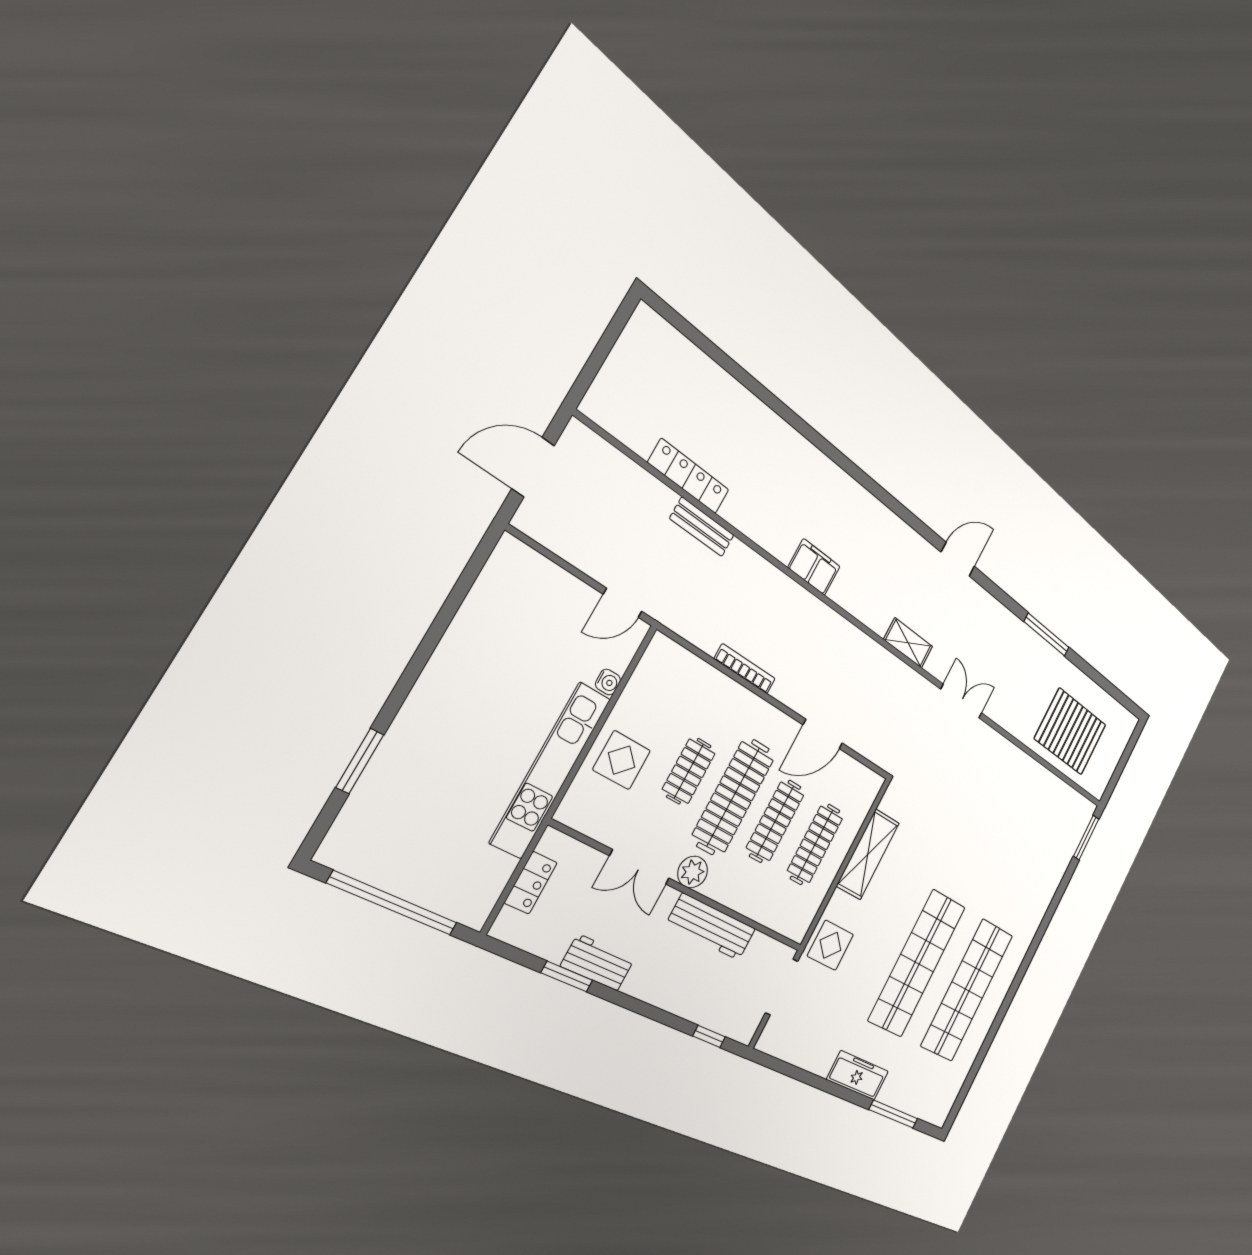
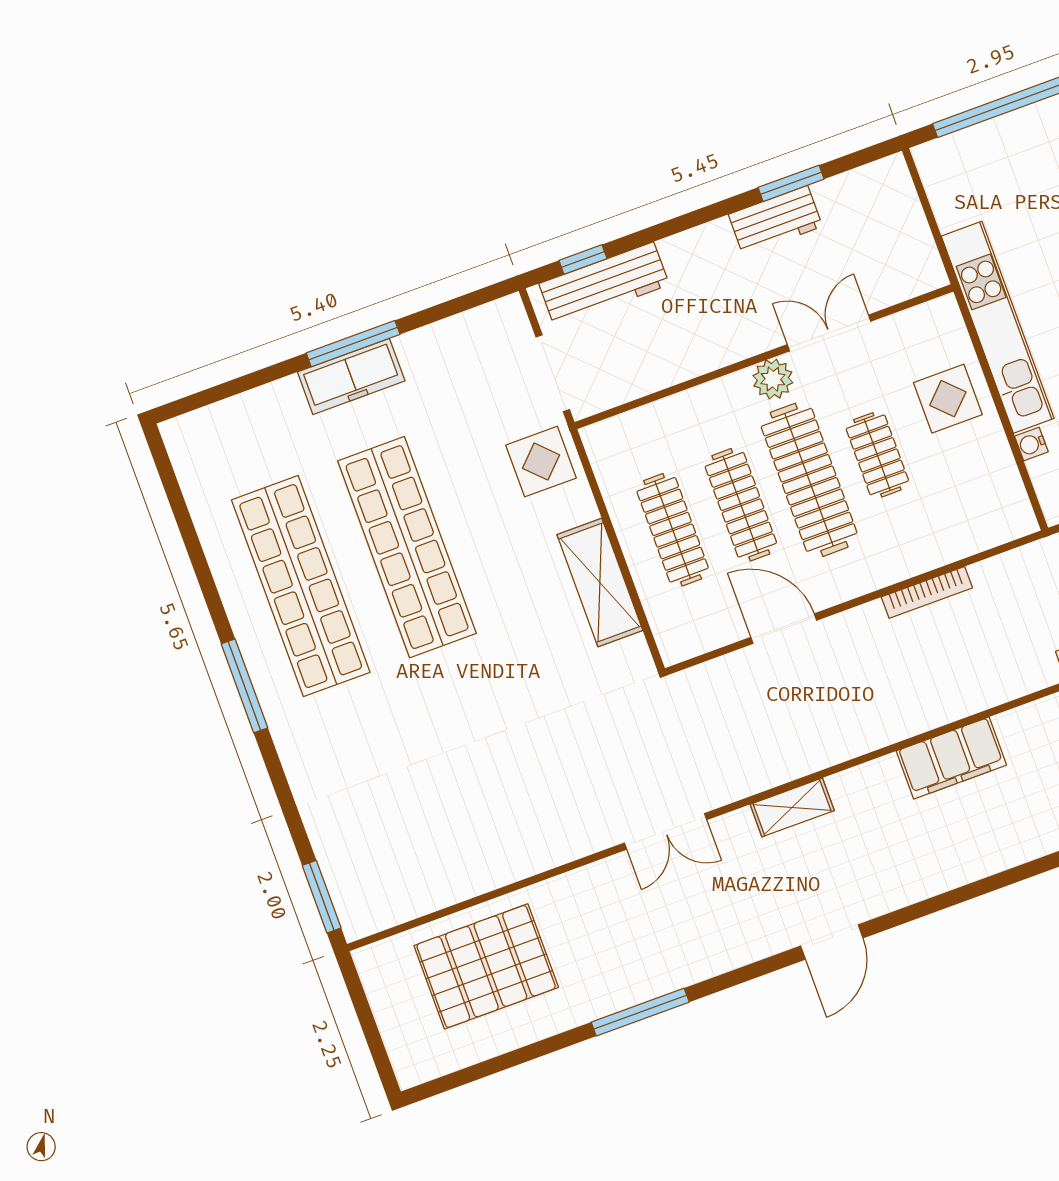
filing cabinet: (814, 567) -> (951, 758), width x1.50, depth x1.17
door: (823, 734) -> (784, 629), hinge flipped
locker: (531, 883) -> (912, 226), removed
workbench: (711, 927) -> (604, 284), moved, turned 180
window: (1024, 966) -> (244, 686), added
window: (894, 1114) -> (353, 344), moved

